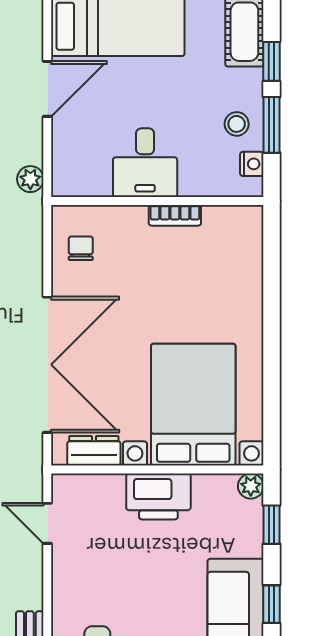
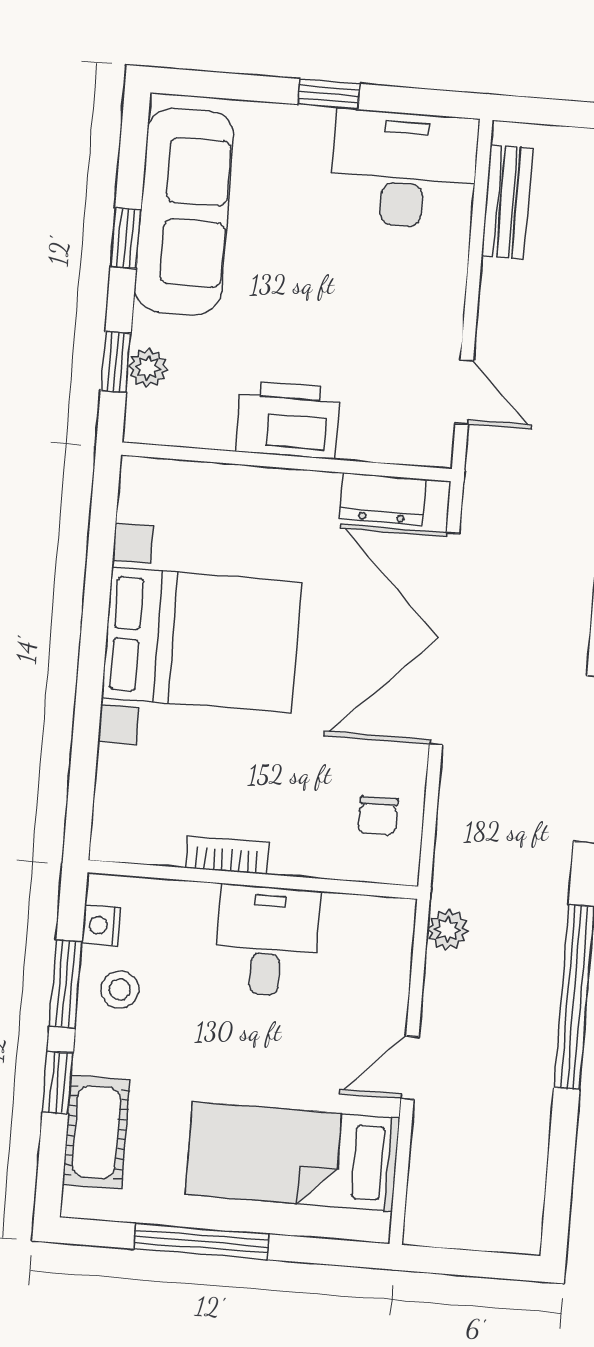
door: (47, 89) -> (410, 1068), width x0.73
bed with nightstands: (193, 405) -> (202, 640), moved, turned -90
plant: (251, 486) -> (148, 368), moved

